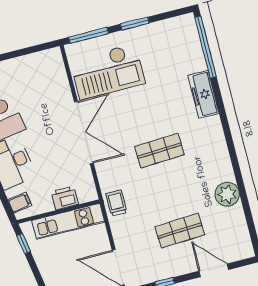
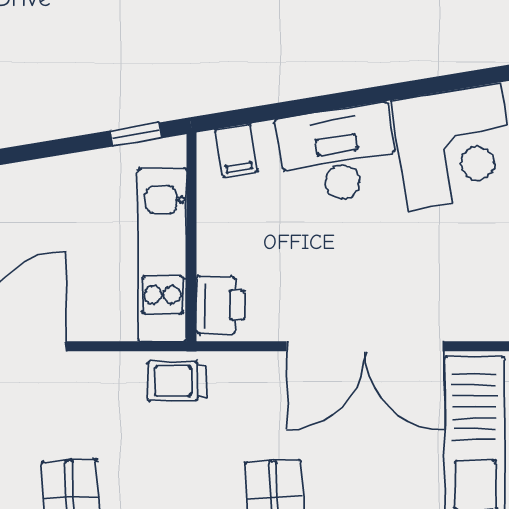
printer: (65, 198) -> (220, 305), moved
trolley: (116, 203) -> (177, 381), turned 180

